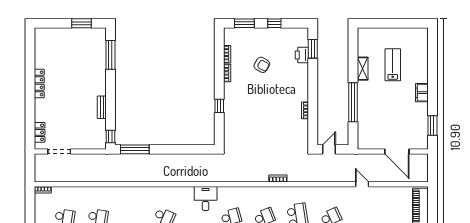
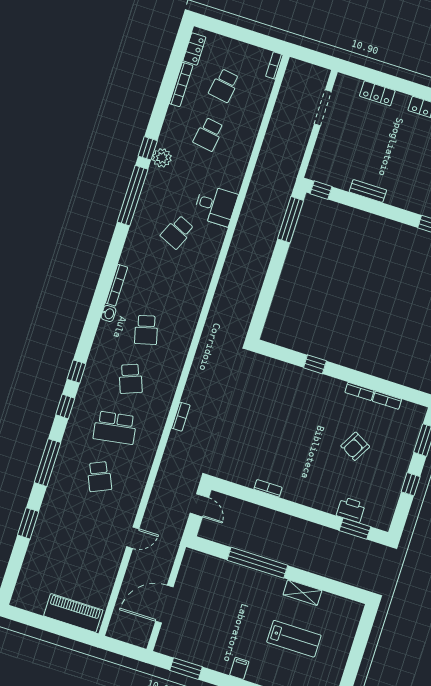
filing cabinet: (422, 93) -> (239, 668), width x0.50
locker: (40, 132) -> (377, 93), moved
desk: (206, 198) -> (216, 205), moved

